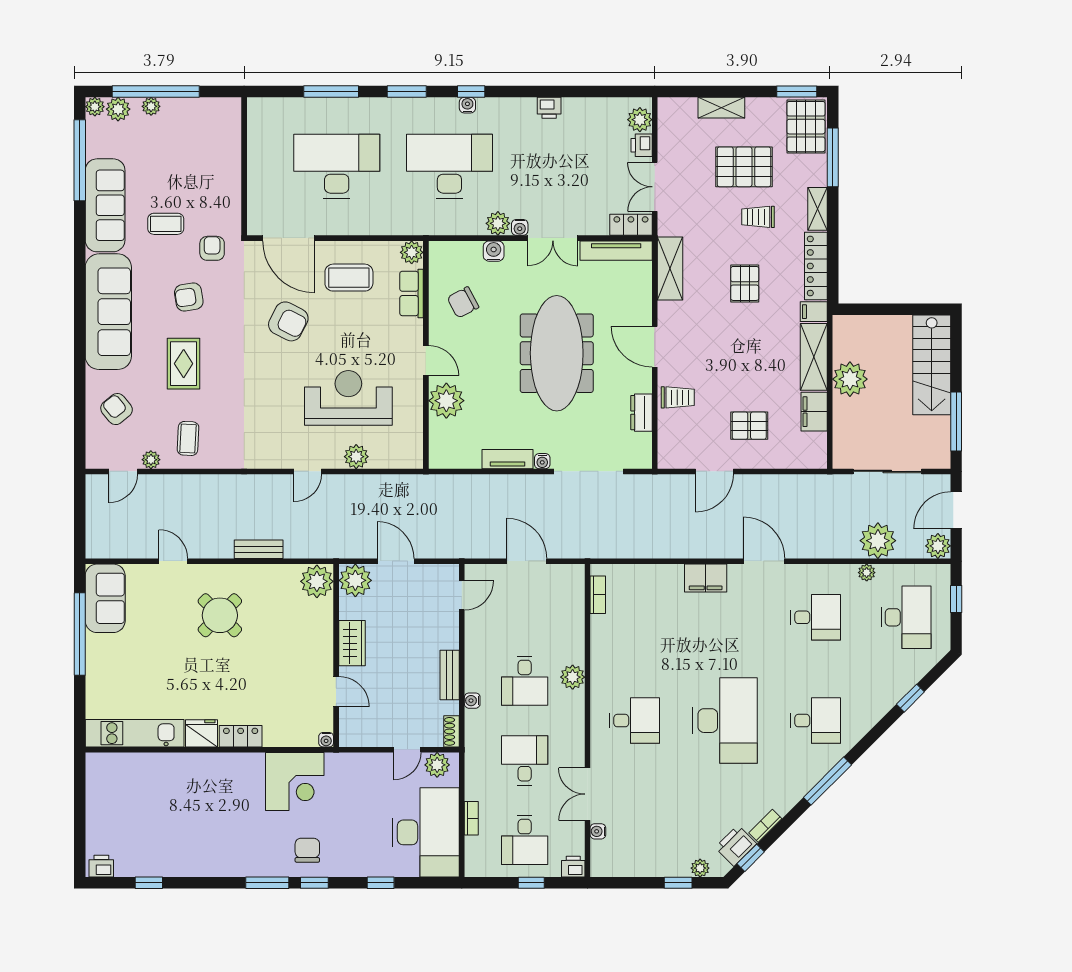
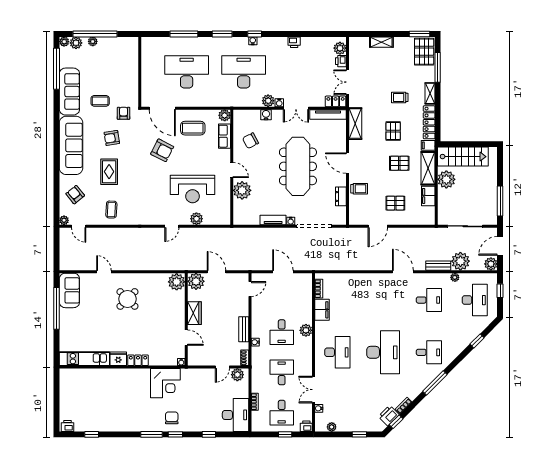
pallet: (744, 167) -> (399, 163), moved, width x0.67, depth x0.71
stairs: (932, 365) -> (463, 157), moved, turned -90
reception desk: (348, 398) -> (193, 189), turned 180
plant: (151, 460) -> (64, 220), moved
door: (123, 471) -> (79, 226), hinge flipped
bench: (259, 549) -> (438, 266), moved
filing cabinet: (706, 578) -> (322, 310), moved, turned -90
desk: (635, 721) -> (337, 352), width x1.37
desk: (426, 832) -> (236, 415), width x0.73, depth x0.77
plant: (700, 868) -> (332, 427), moved

